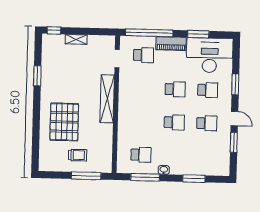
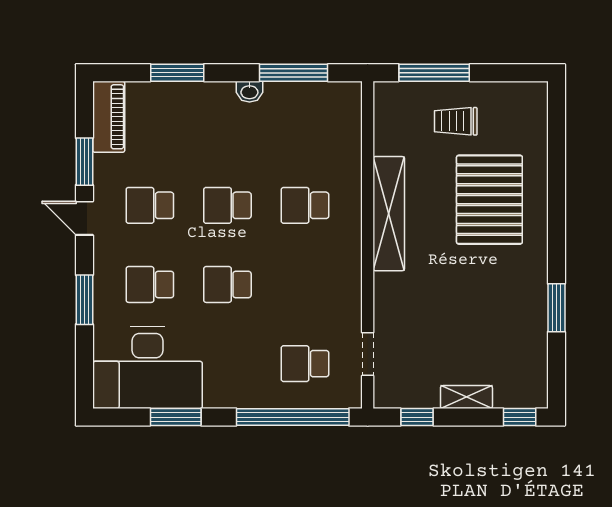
window: (97, 32) -> (417, 417), added
piano: (171, 44) -> (109, 117), moved, turned 90
shelving: (107, 99) -> (389, 214), moved
school desk: (141, 155) -> (305, 205), moved

